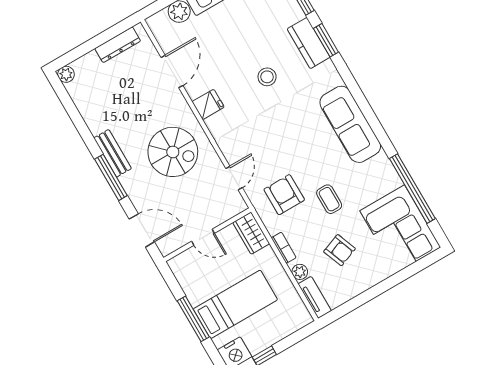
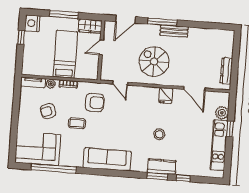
plant: (66, 74) -> (229, 35), removed
spiral stairs: (173, 152) -> (154, 62), turned 90
wardrobe: (251, 233) -> (90, 26), moved, turned 180
bed: (235, 304) -> (65, 54), moved, turned 180

